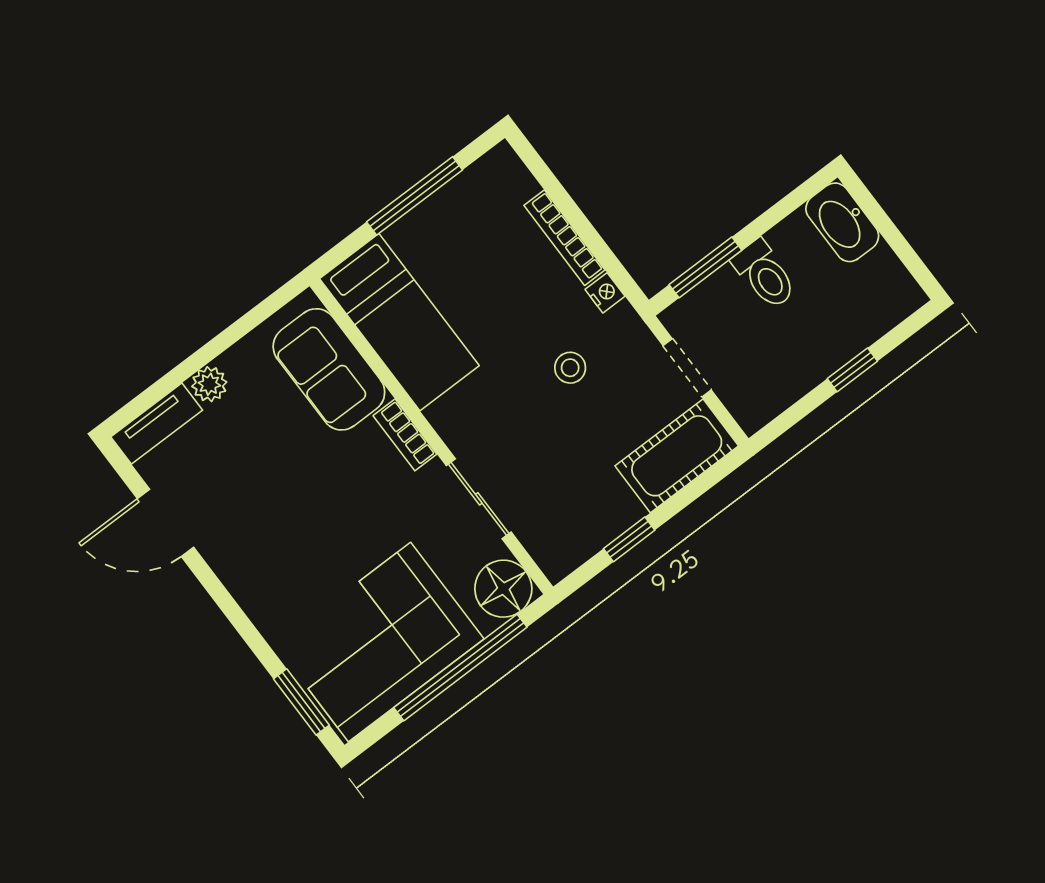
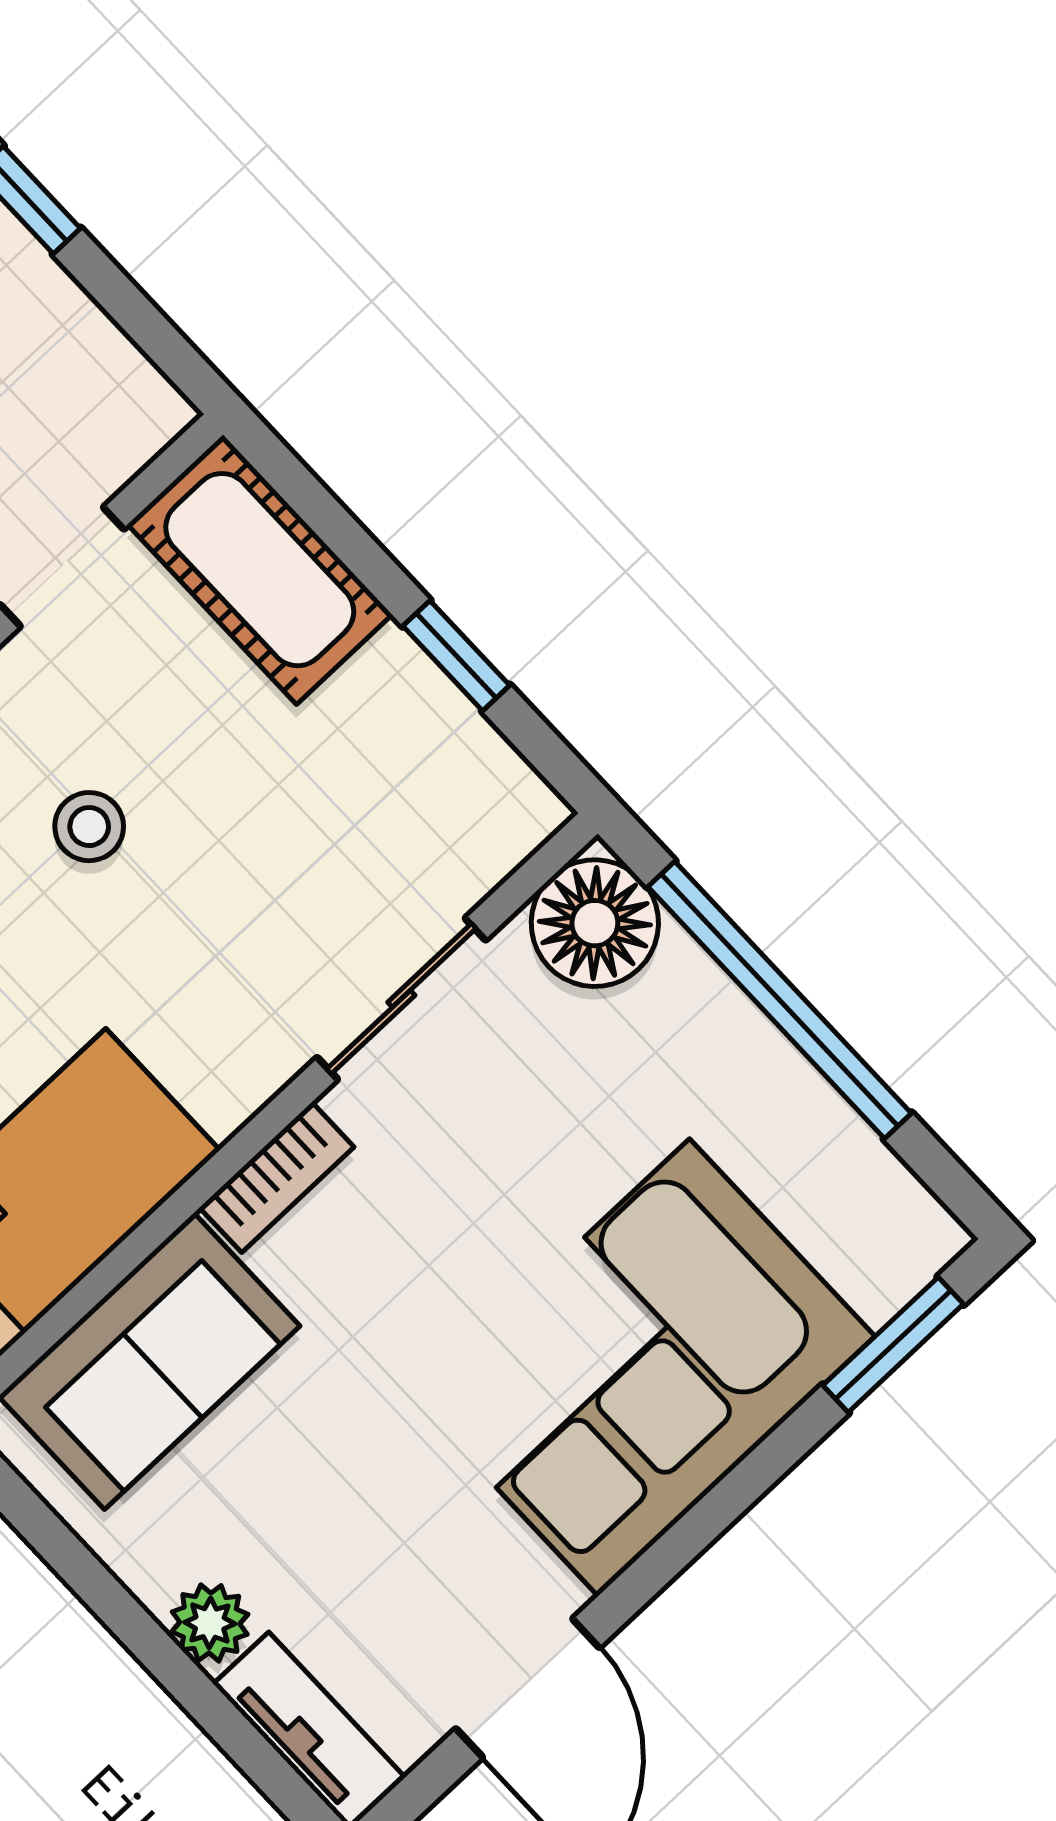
corner sofa: (380, 642) -> (644, 1367), moved, turned 90

